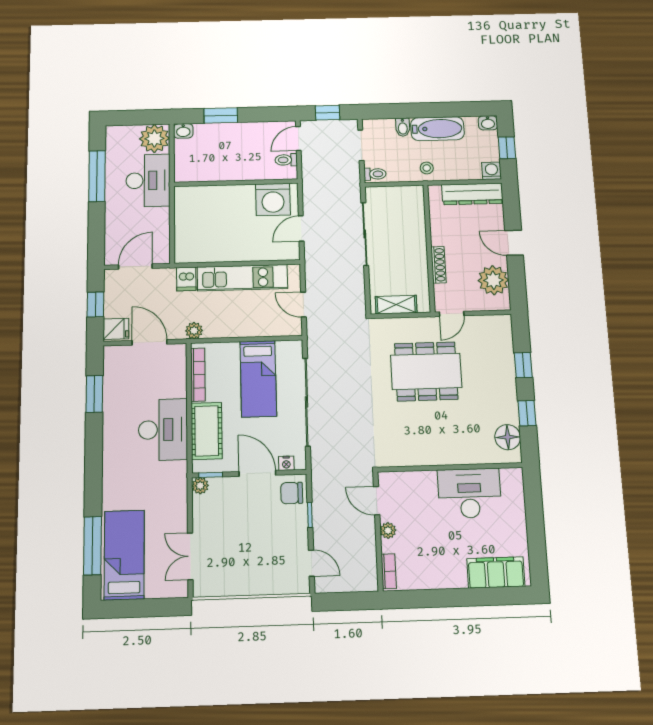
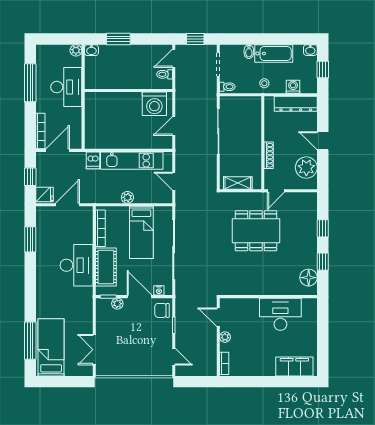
plant: (154, 139) -> (76, 50), width x0.53, depth x0.53
washing machine: (492, 171) -> (293, 87), moved
bookcase: (111, 241) -> (40, 131), added
plant: (194, 331) -> (127, 197), moved
door: (149, 342) -> (67, 205), hinge flipped
plant: (200, 486) -> (117, 304), moved

